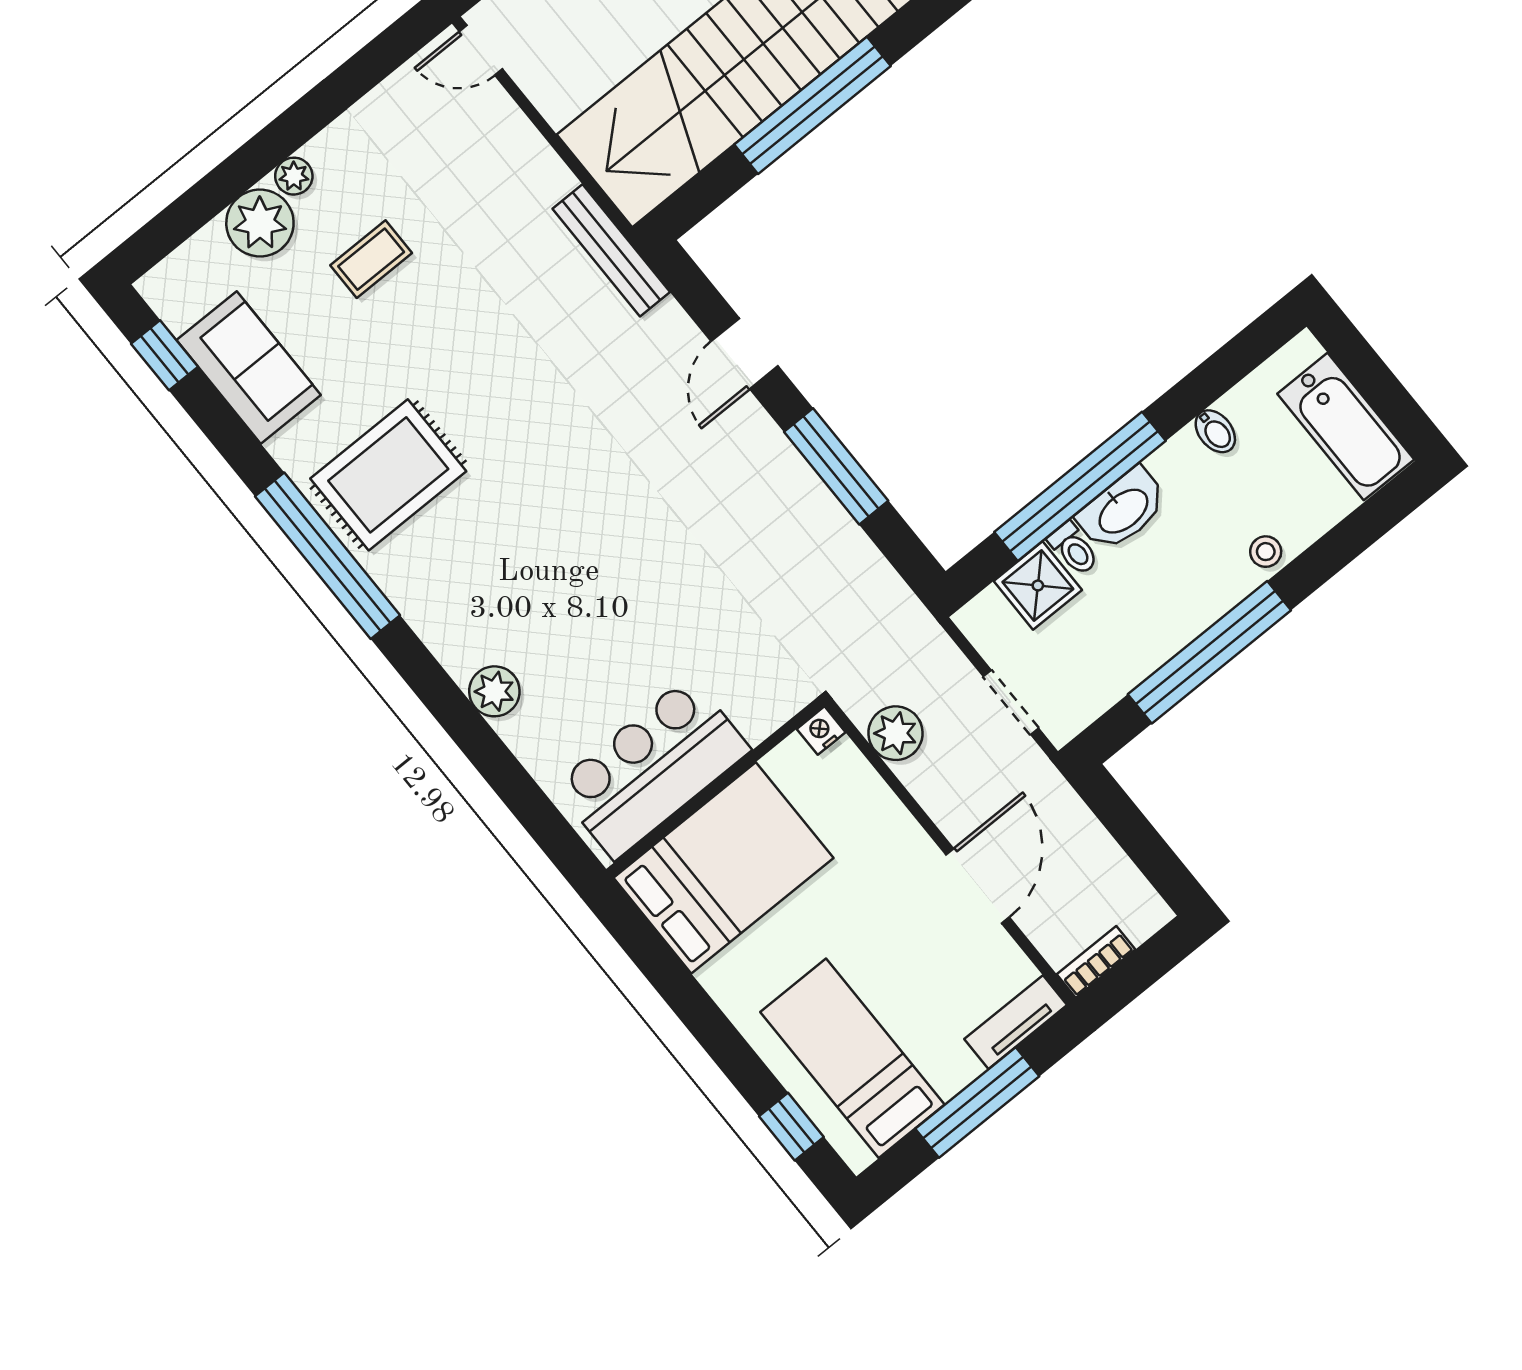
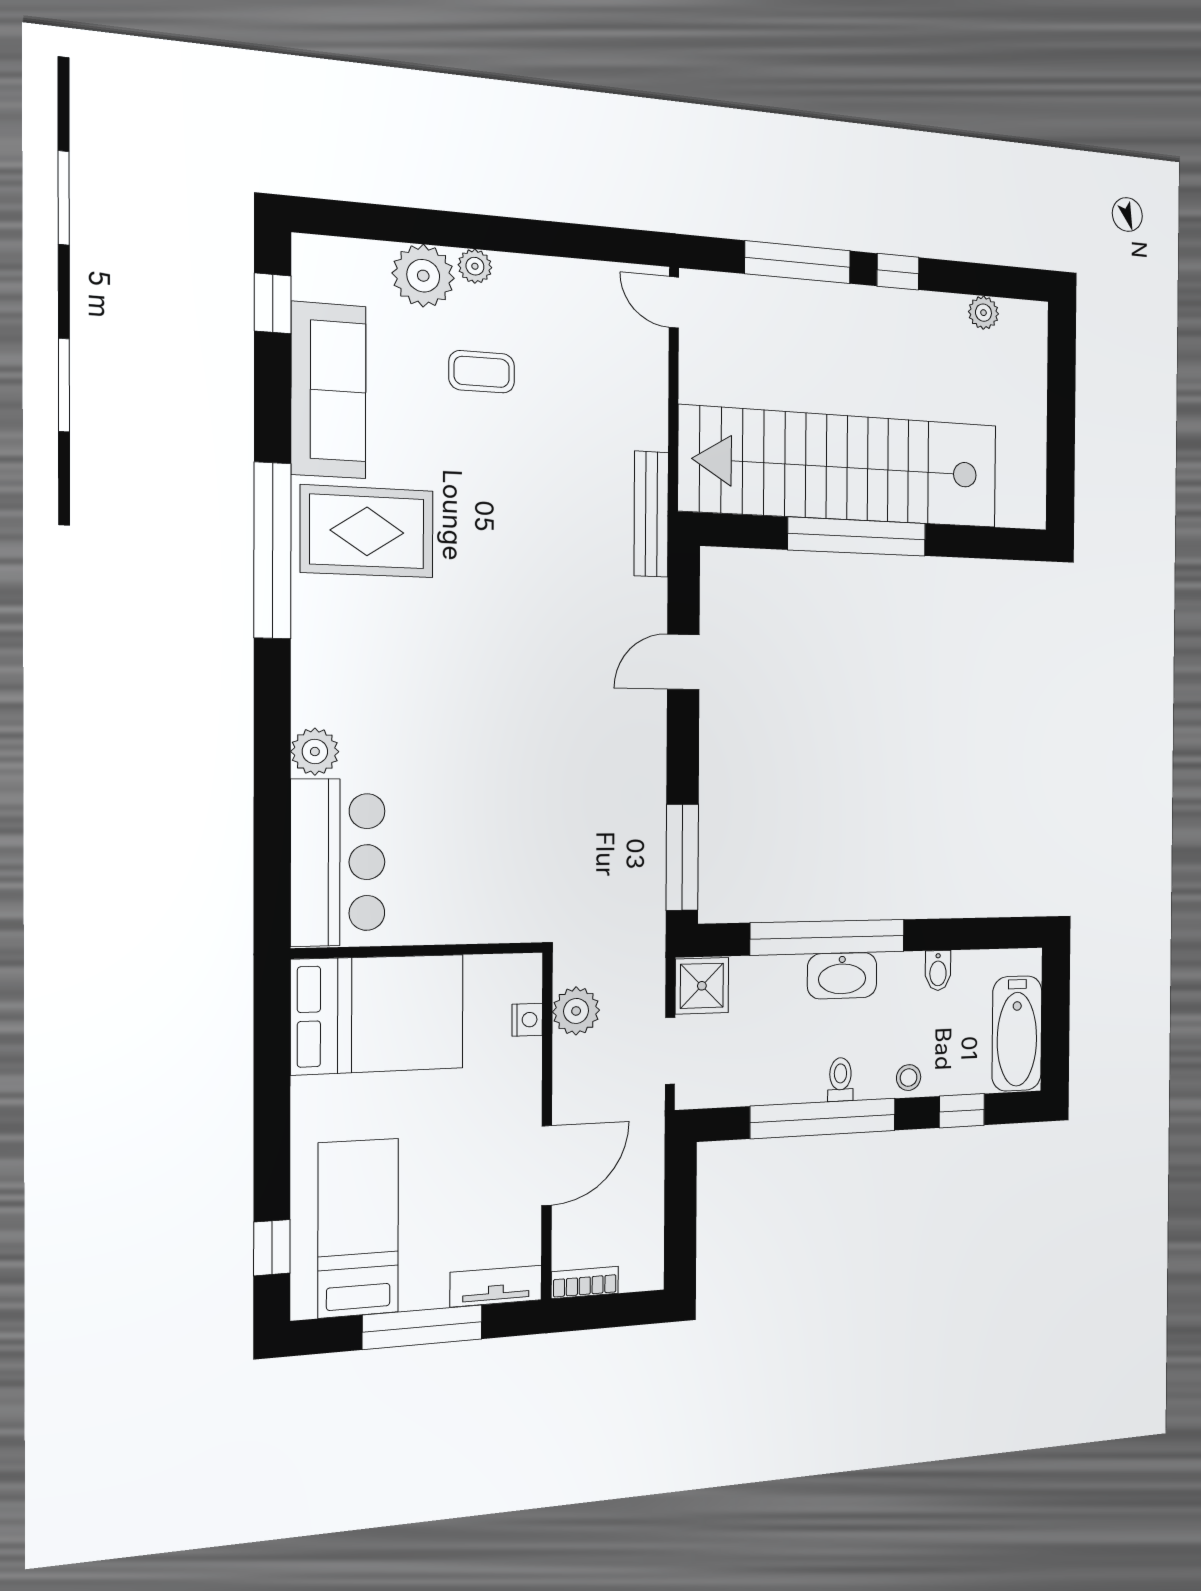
sofa: (249, 368) -> (328, 390), width x1.36
window: (836, 466) -> (682, 857), moved
window: (1346, 541) -> (962, 1111), added
toilet: (1074, 549) -> (840, 1080), moved, turned 180
shower: (1038, 585) -> (702, 986), moved
nightstand: (821, 731) -> (527, 1020), moved, turned 90
bar counter: (652, 768) -> (338, 862), moved, turned 90

